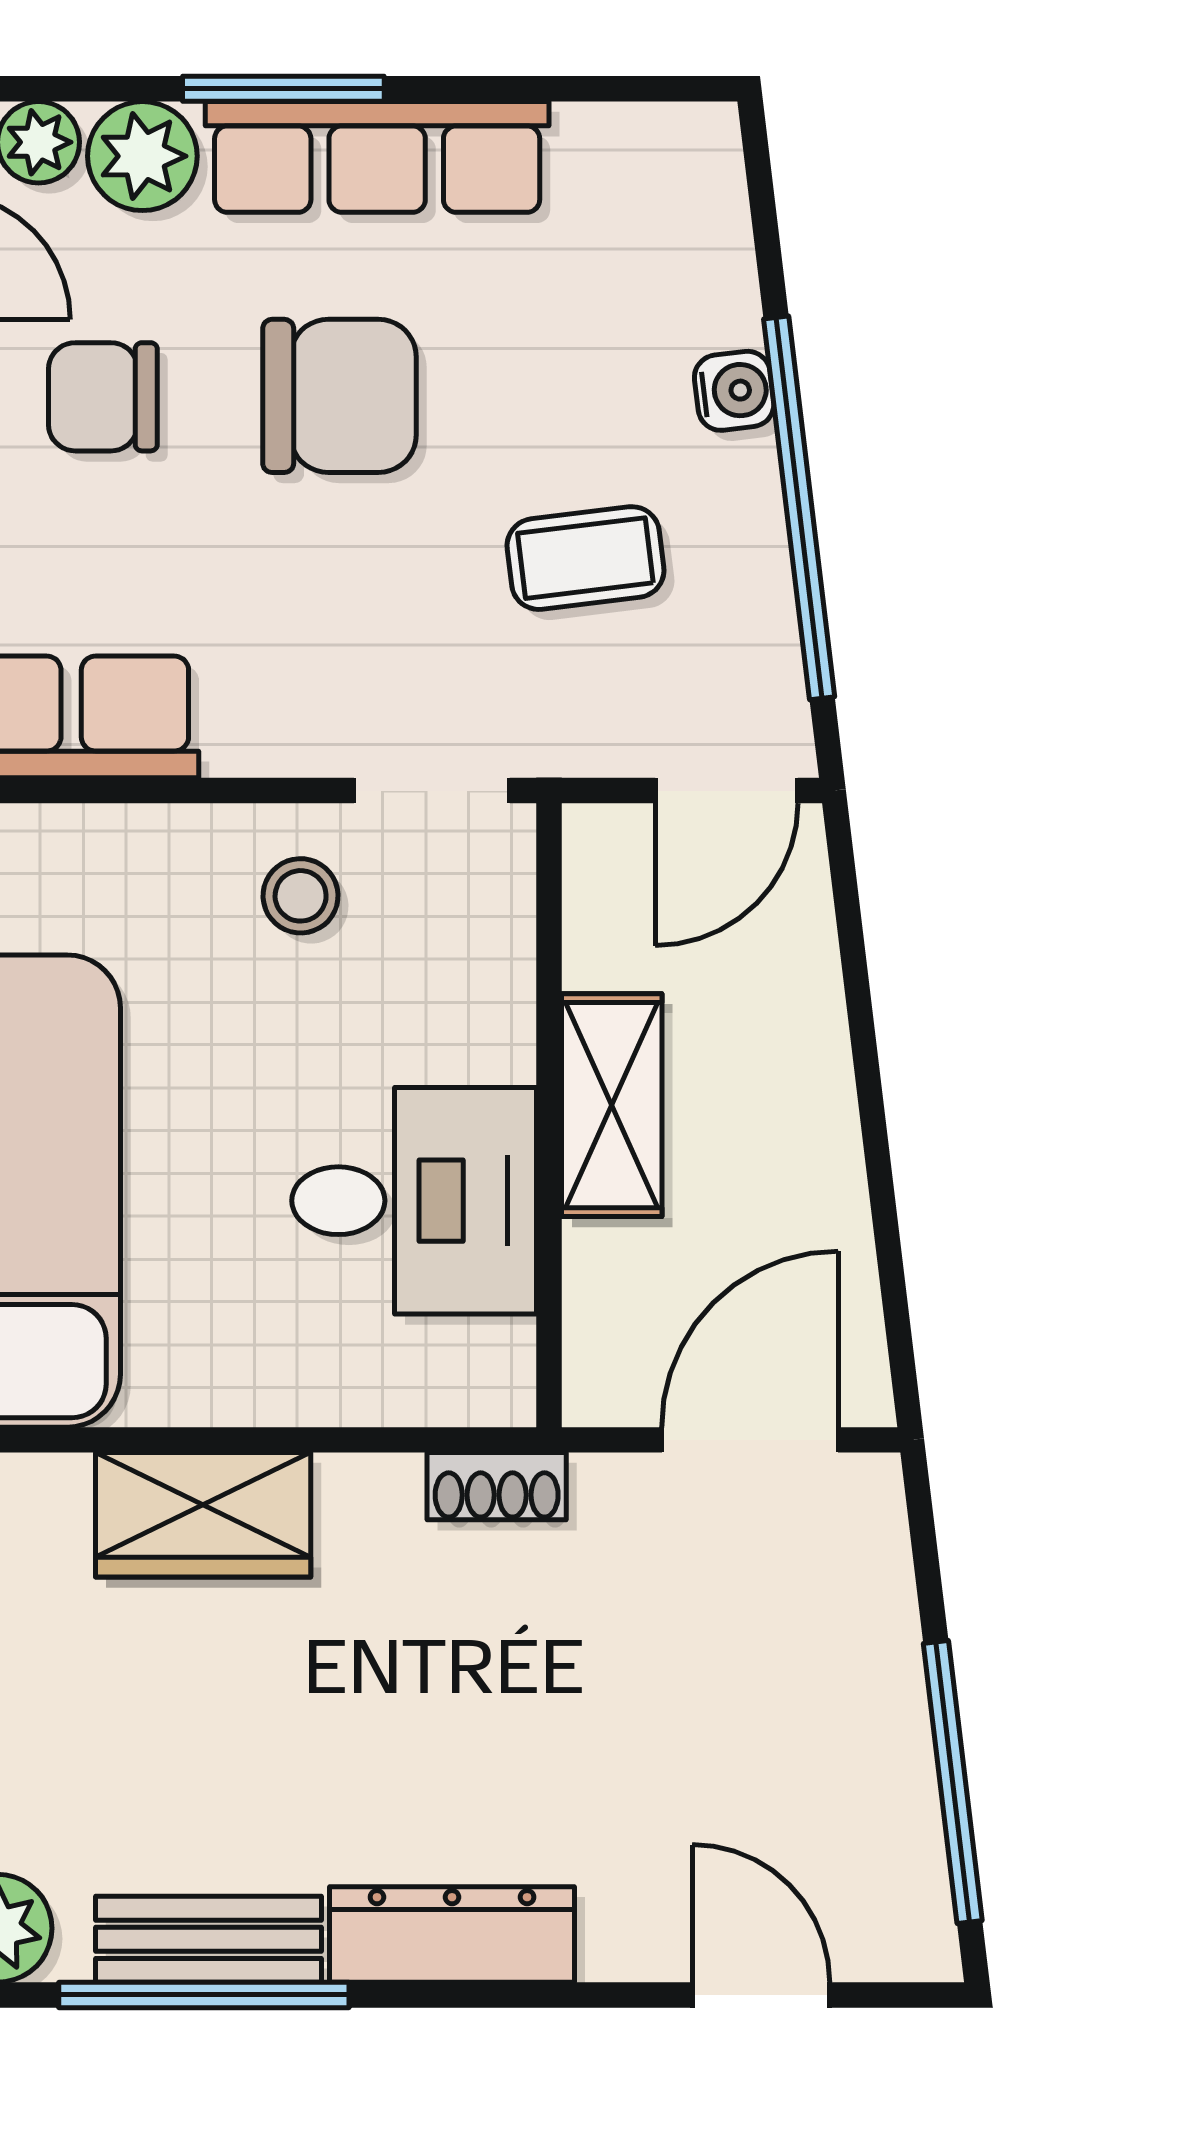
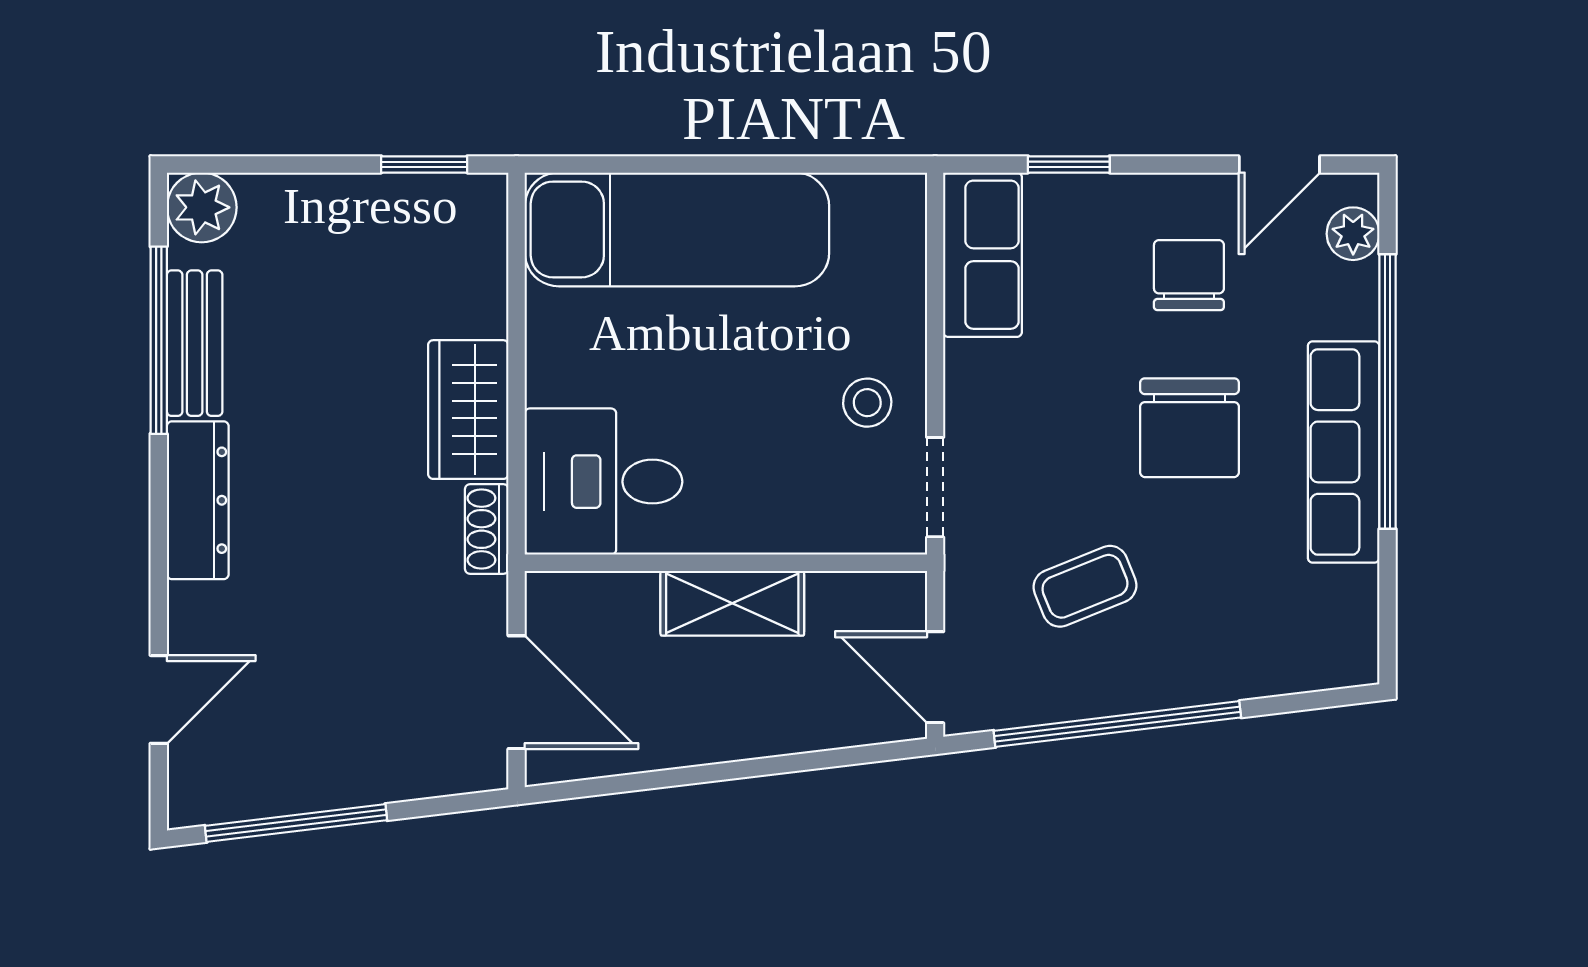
window: (283, 89) -> (1387, 392), width x2.11
plant: (142, 156) -> (1344, 301), removed
water cooler: (734, 391) -> (1193, 682), removed
coffee table: (585, 558) -> (1085, 586), turned 75
desk: (414, 1201) -> (603, 482), moved, turned 90
wardrobe: (203, 1515) -> (468, 410), moved

